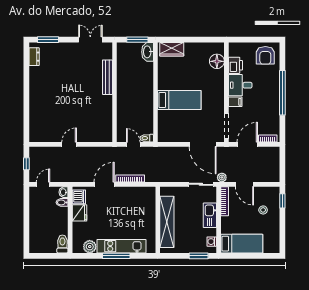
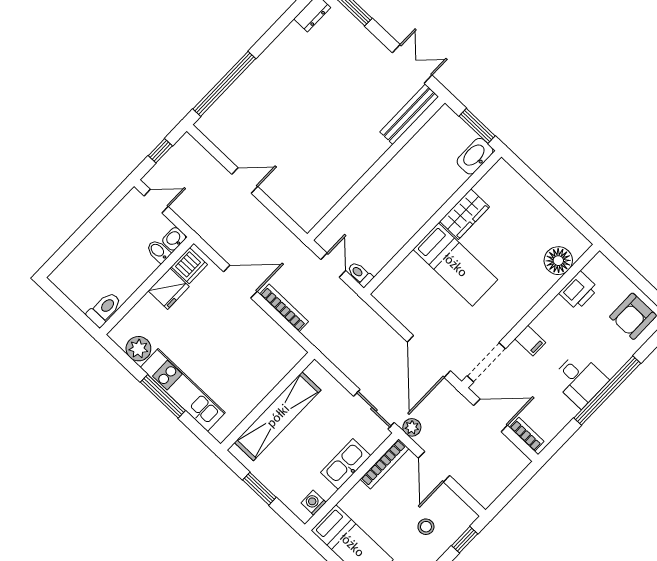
wardrobe: (172, 49) -> (465, 214), moved, turned -90
bench: (107, 77) -> (409, 114), moved
desk: (240, 85) -> (580, 380), moved, turned 180
window: (26, 115) -> (224, 84), added
window: (199, 256) -> (259, 489), moved

